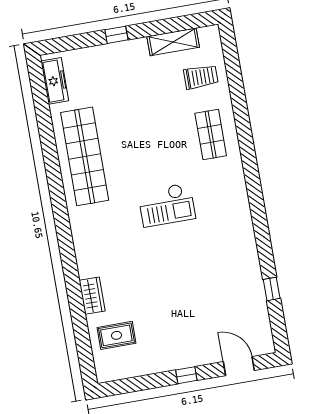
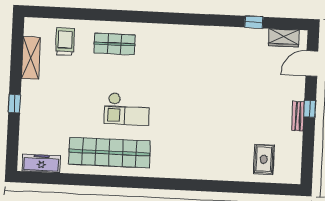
checkout: (167, 205) -> (127, 109), moved, turned 90
wardrobe: (92, 296) -> (284, 38), moved, turned 180
bench: (175, 364) -> (298, 116), added

